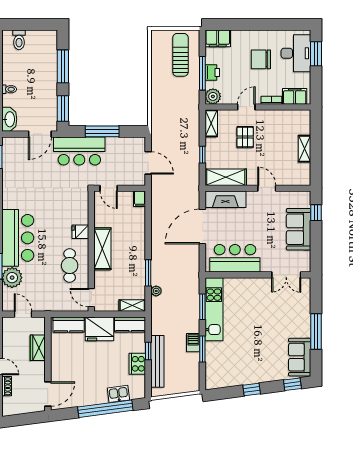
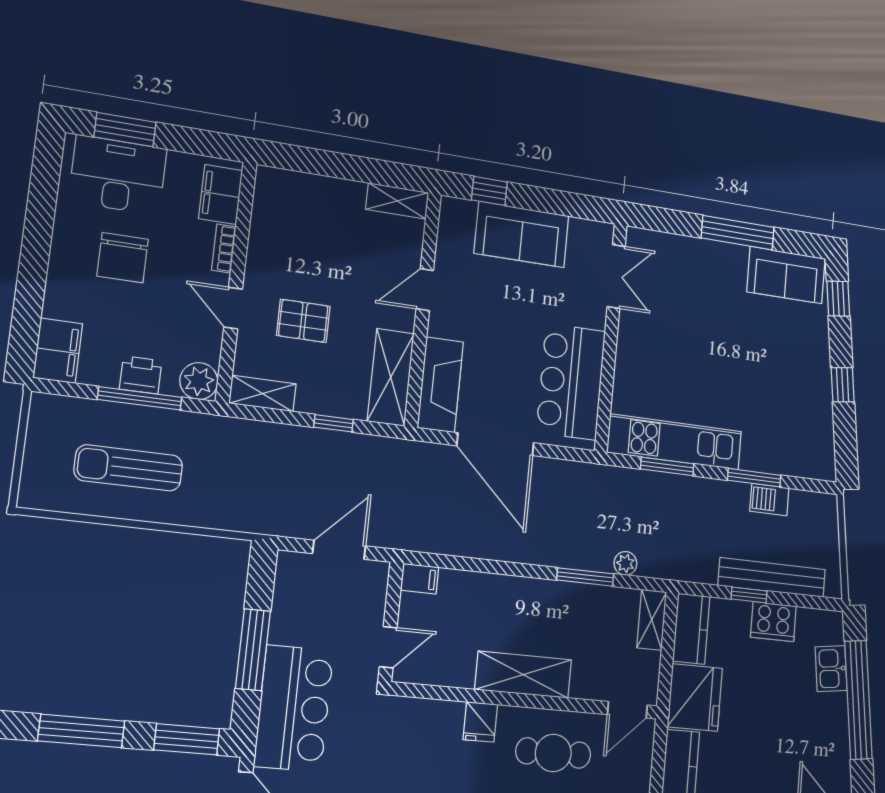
sun lounger: (180, 55) -> (128, 468), moved
shelving: (305, 149) -> (397, 201), moved
barbecue: (193, 343) -> (769, 500), moved

